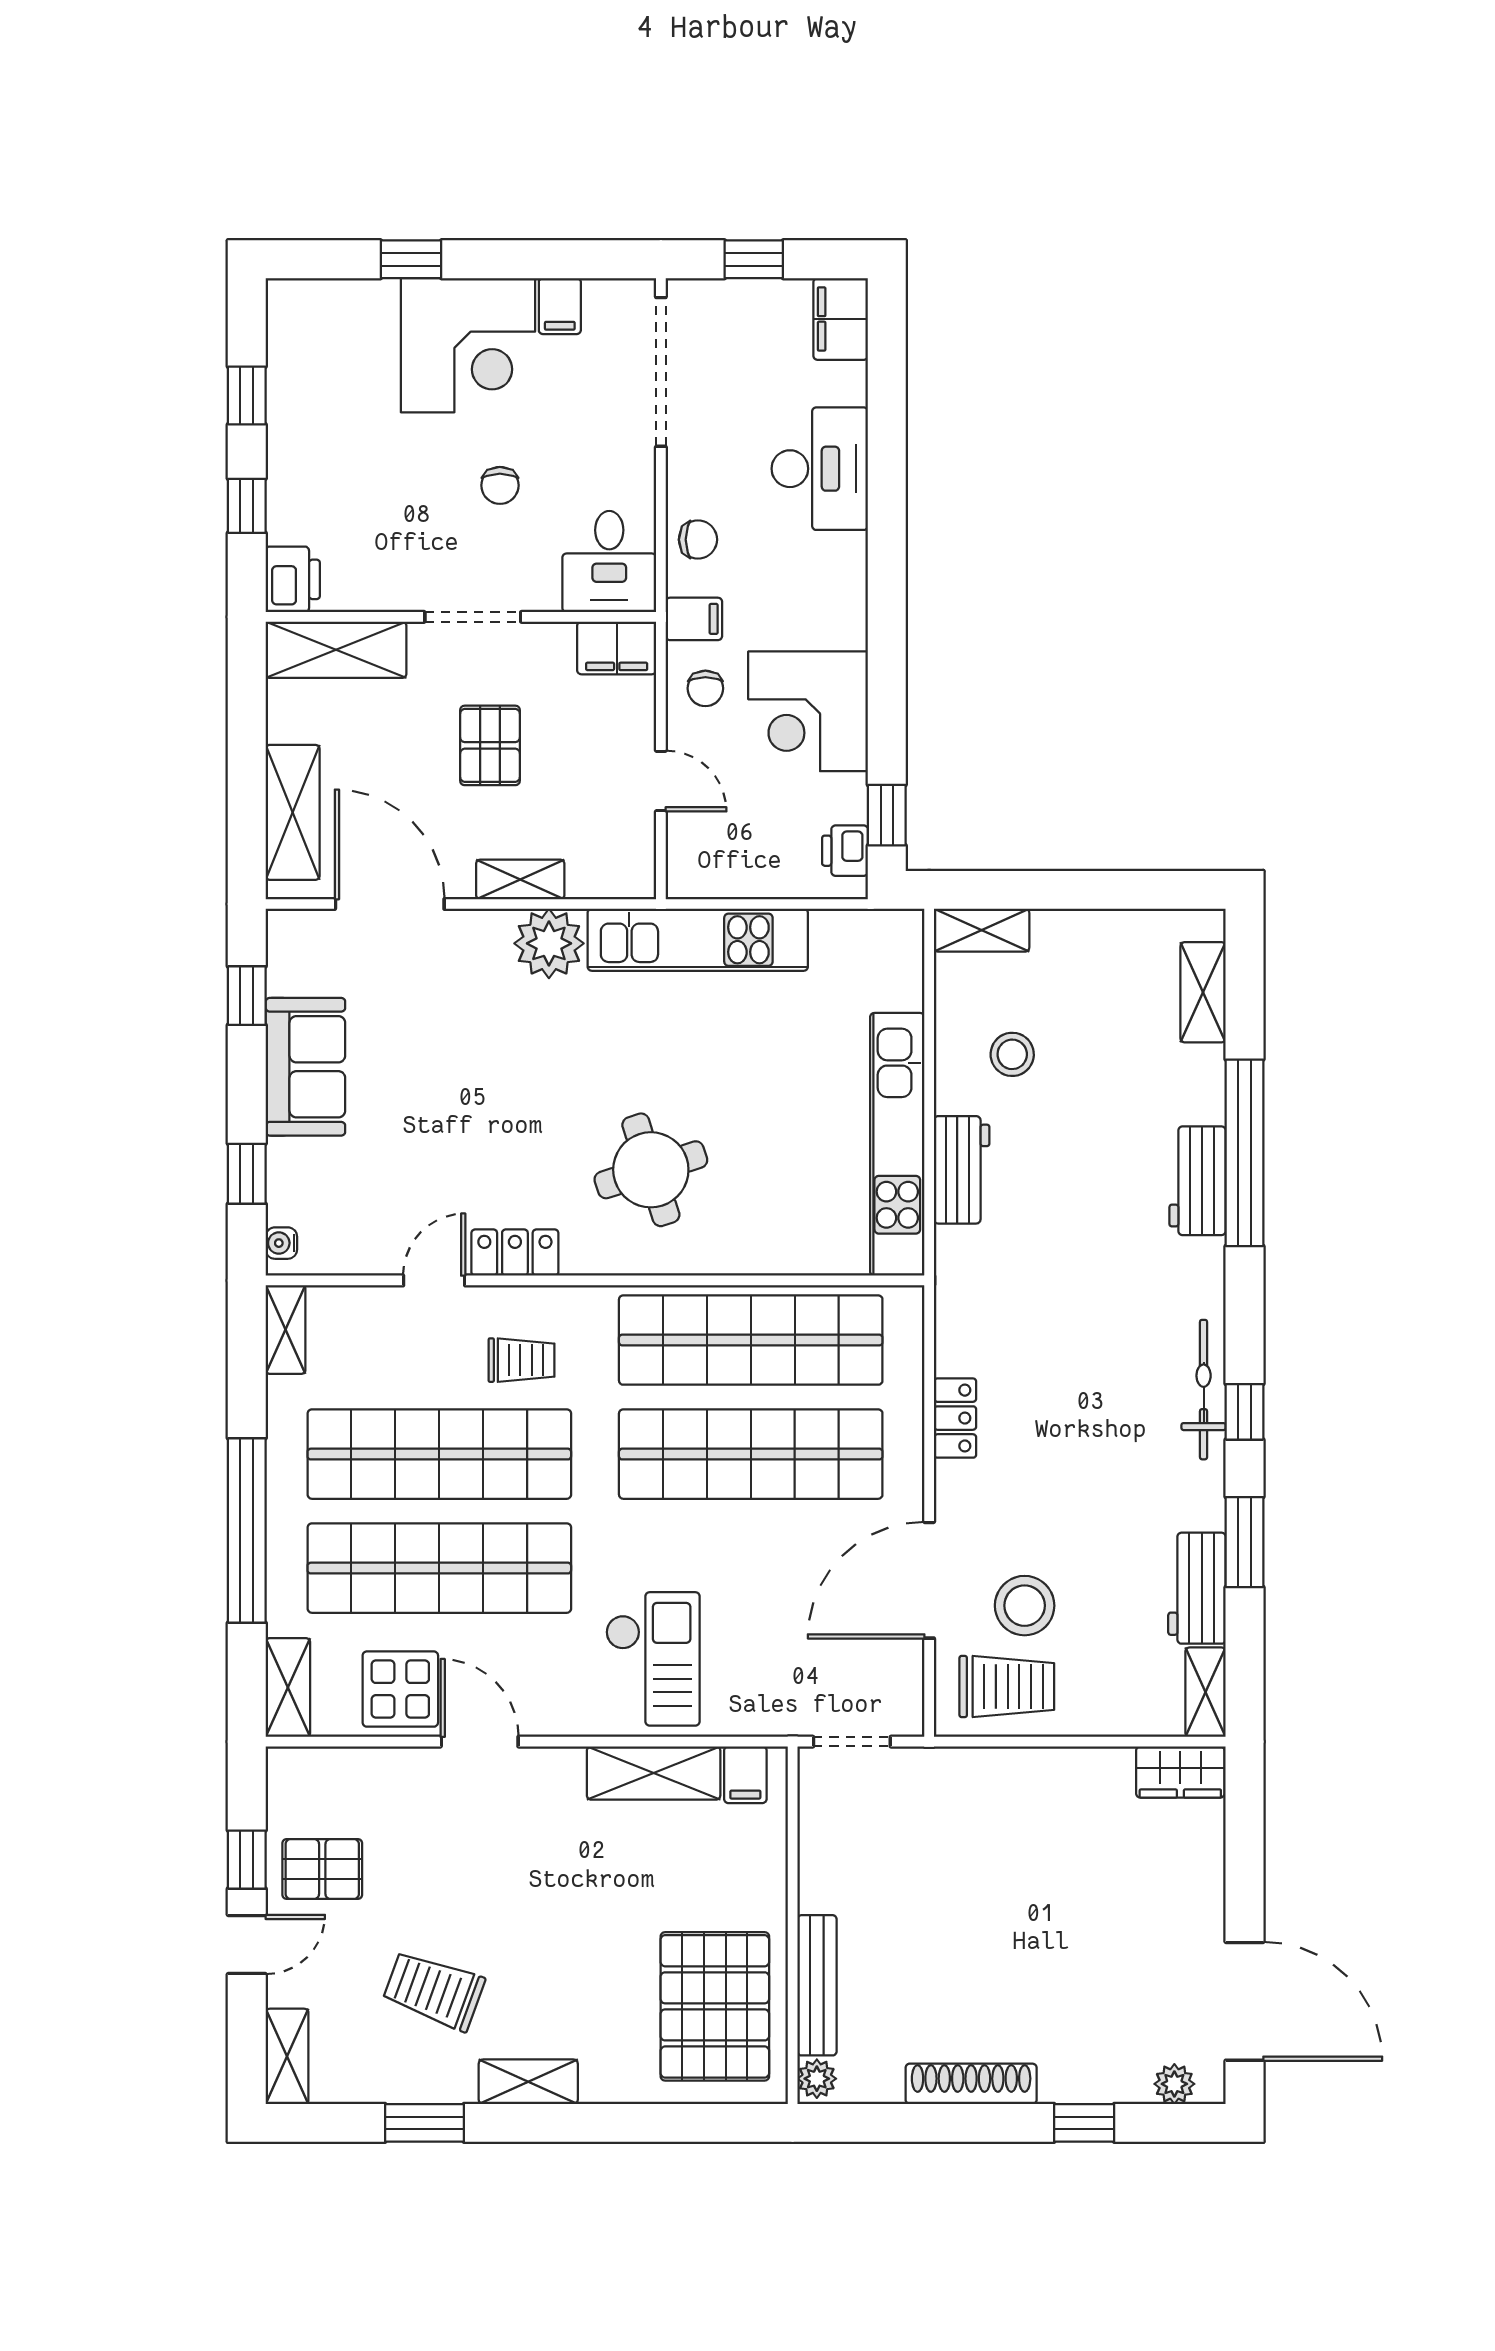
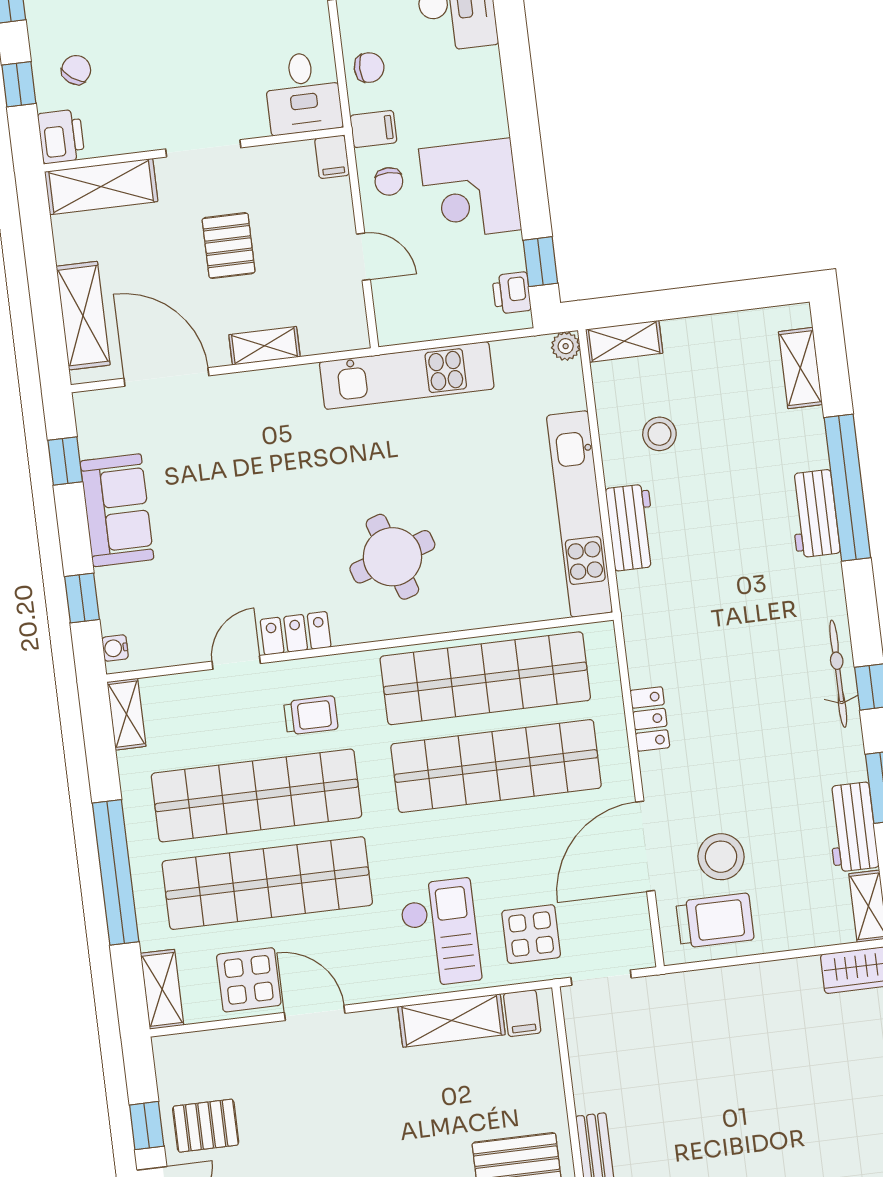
chair: (500, 485) -> (76, 70), moved, turned -144
filing cabinet: (617, 648) -> (332, 157), width x0.50
plant: (549, 943) -> (566, 346), moved, width x0.53, depth x0.53
display table: (769, 1675) -> (531, 934), added

